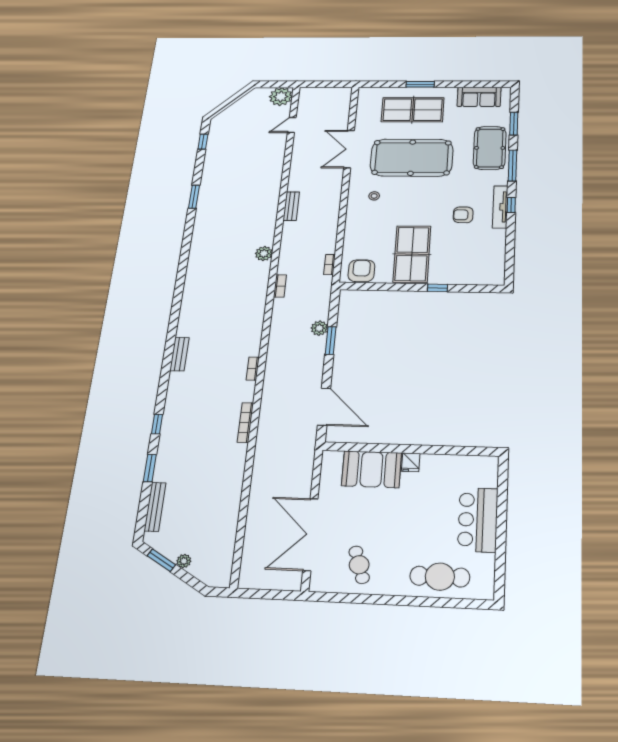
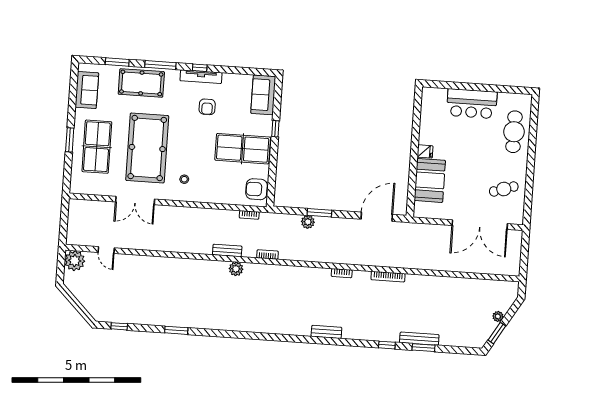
bench: (291, 206) -> (227, 250), moved
sofa: (480, 273) -> (263, 95), added
bench: (155, 507) -> (419, 339), moved

